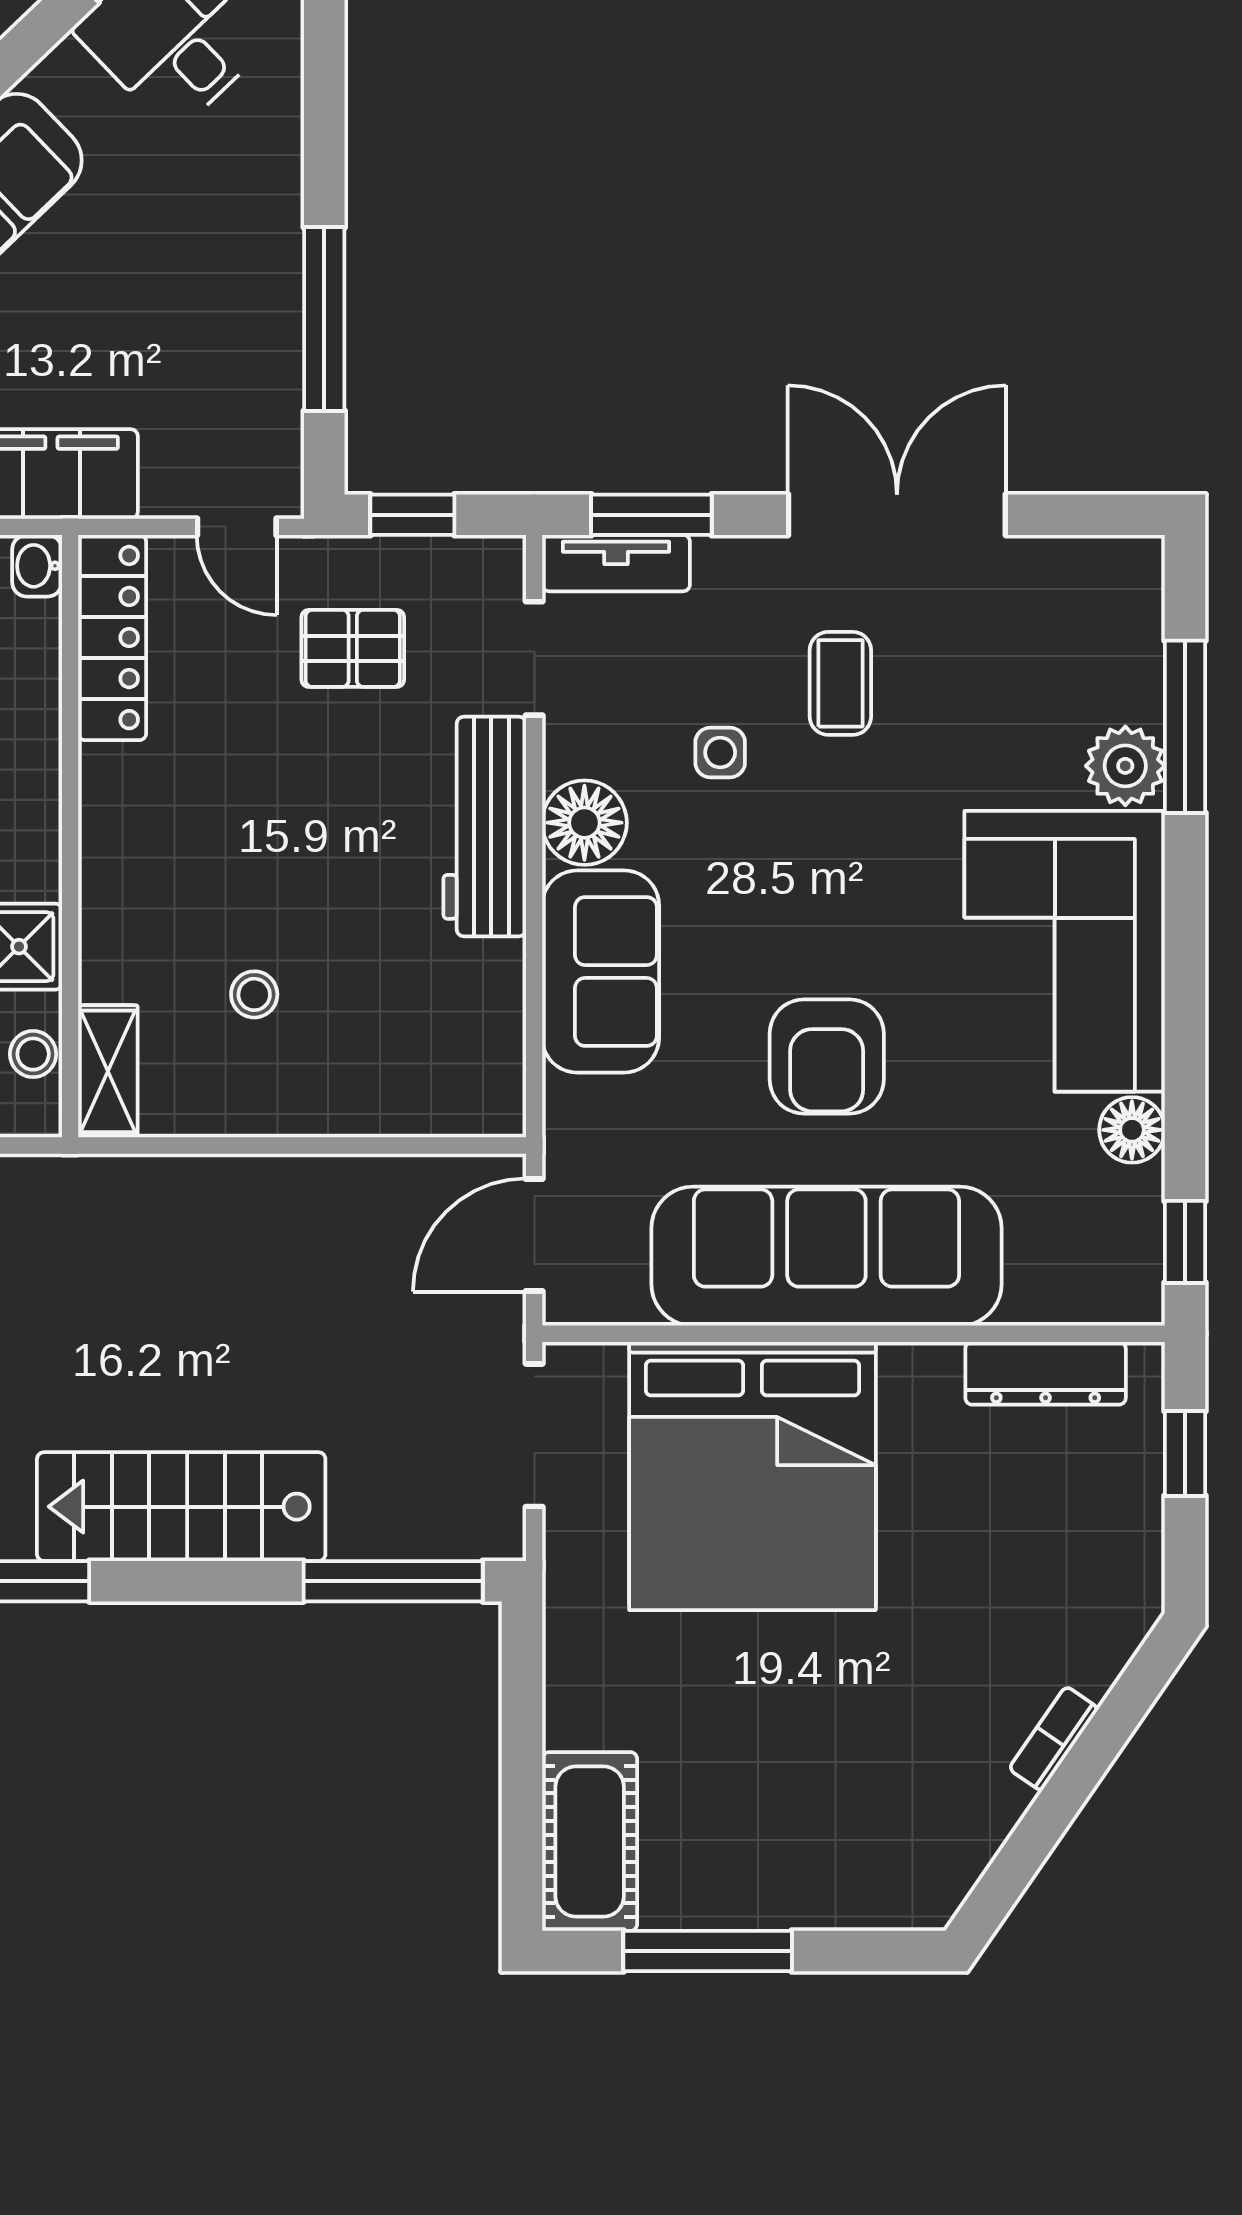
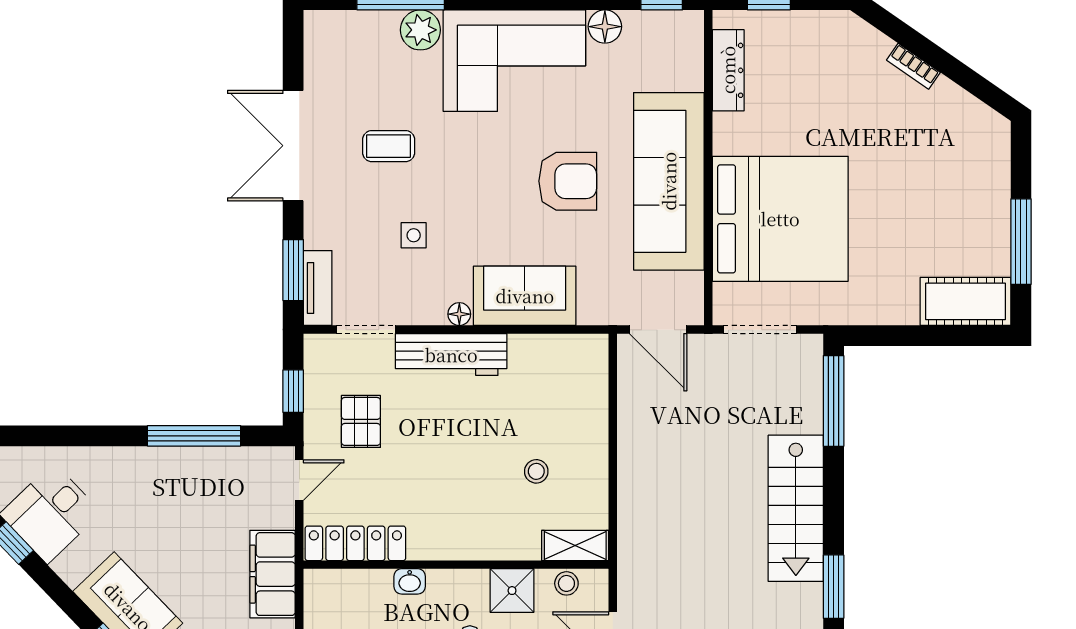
washbasin: (37, 566) -> (410, 581), moved
coffee table: (840, 683) -> (389, 146), moved
floor lamp: (584, 823) -> (459, 314), width x0.53, depth x0.53

